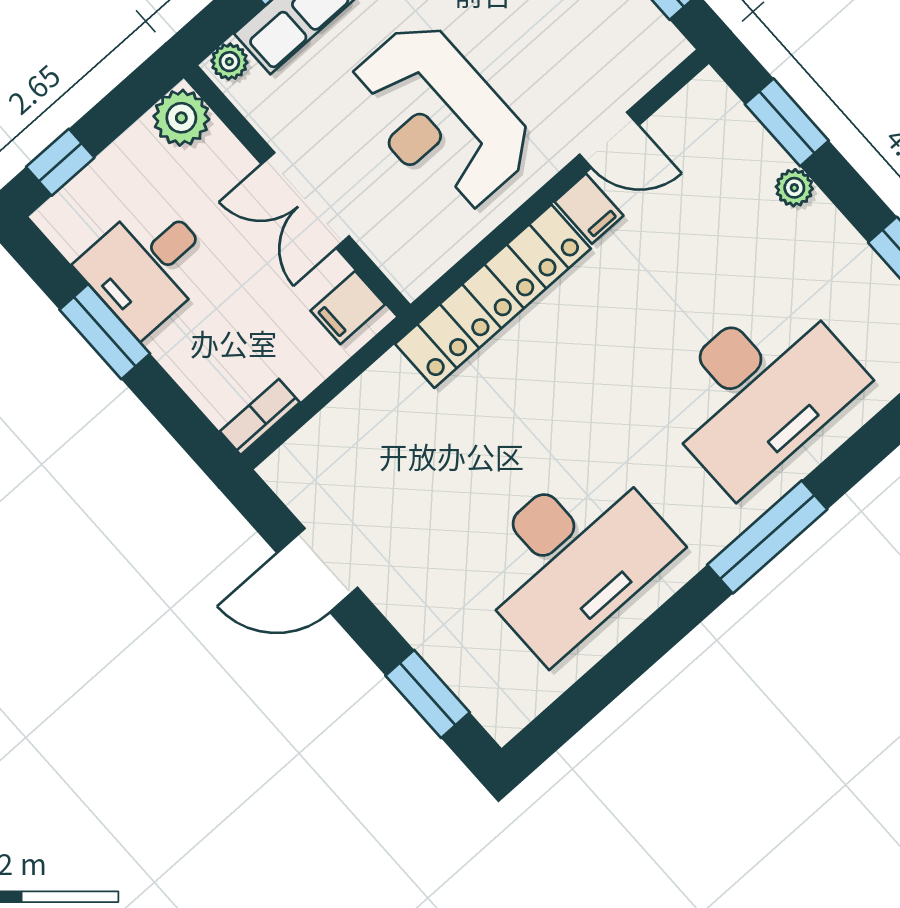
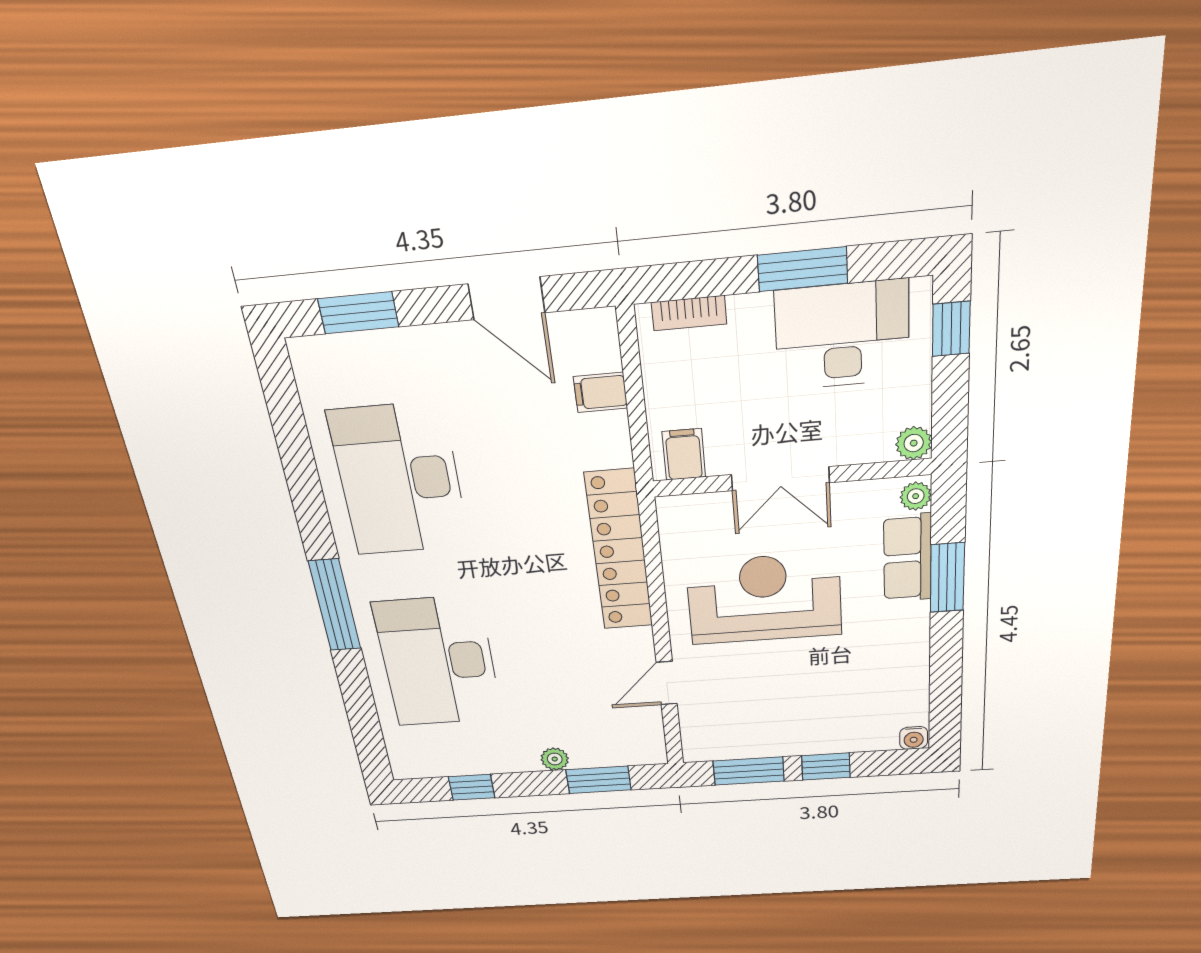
plant: (181, 118) -> (914, 443), width x0.73, depth x0.73
double door: (305, 200) -> (780, 479), swing flipped
filing cabinet: (589, 209) -> (600, 392), moved
desk: (147, 266) -> (842, 335), width x1.37
bookcase: (260, 417) -> (689, 313), moved, turned 90
door: (317, 570) -> (506, 298), swing flipped

